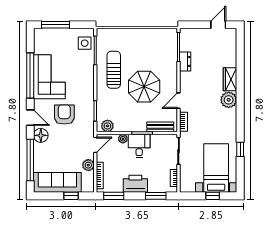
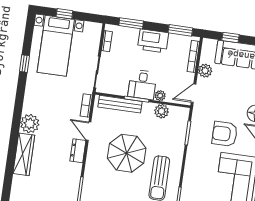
dresser: (185, 61) -> (78, 151), moved
wardrobe: (230, 79) -> (24, 154), width x1.50
door: (179, 101) -> (89, 131), swing flipped
armchair: (64, 114) -> (225, 134), turned 90
plant: (107, 126) -> (162, 111), moved
bench: (160, 127) -> (120, 104), width x1.36

